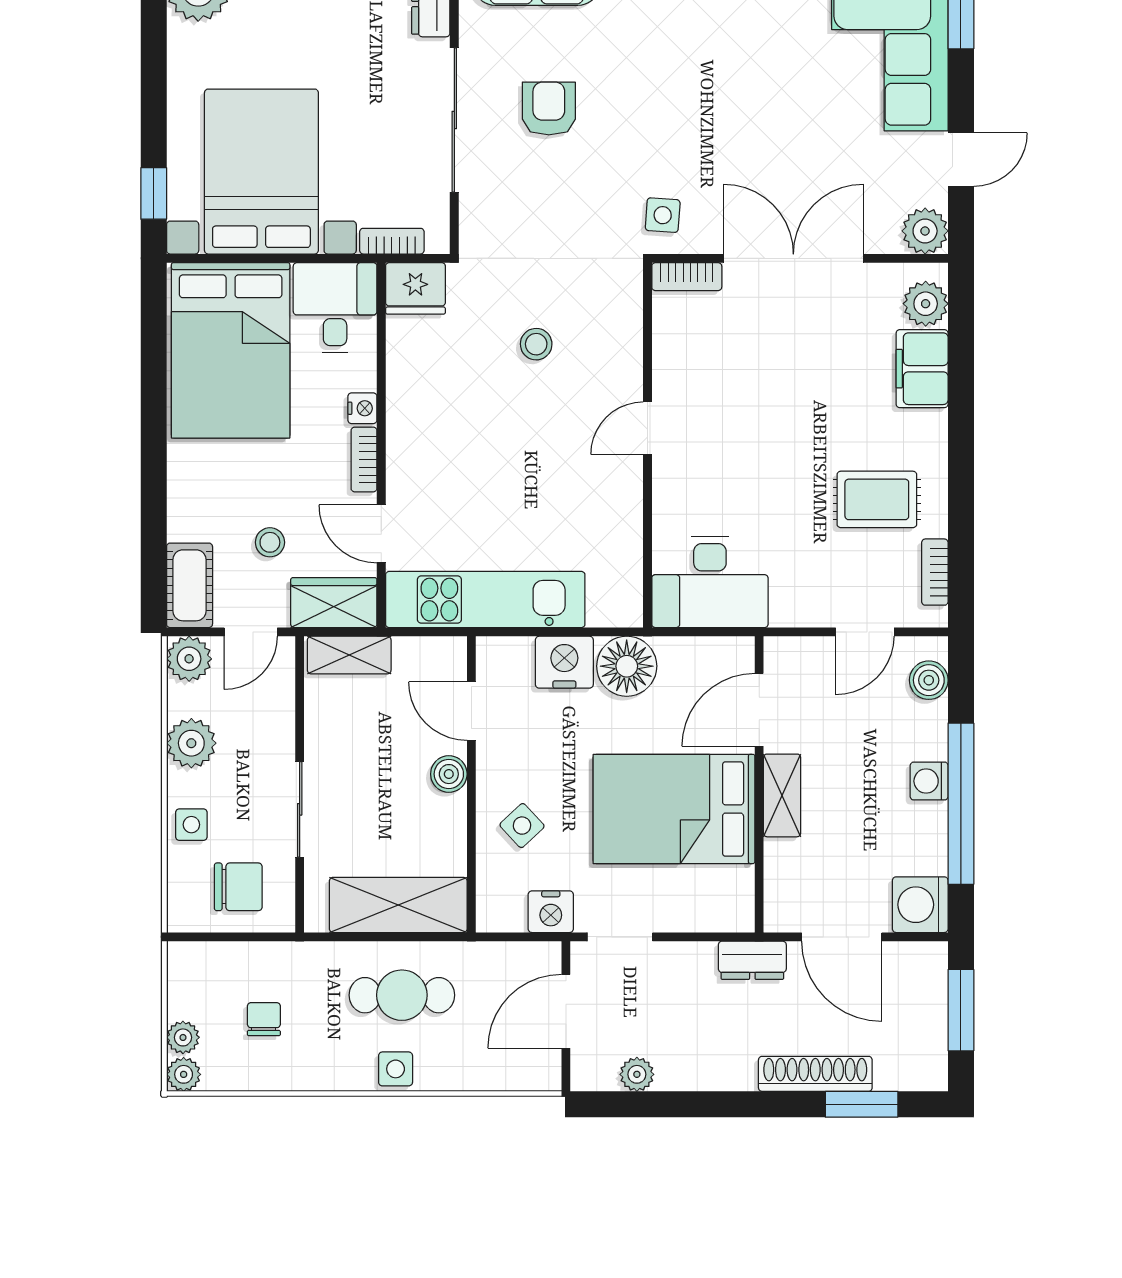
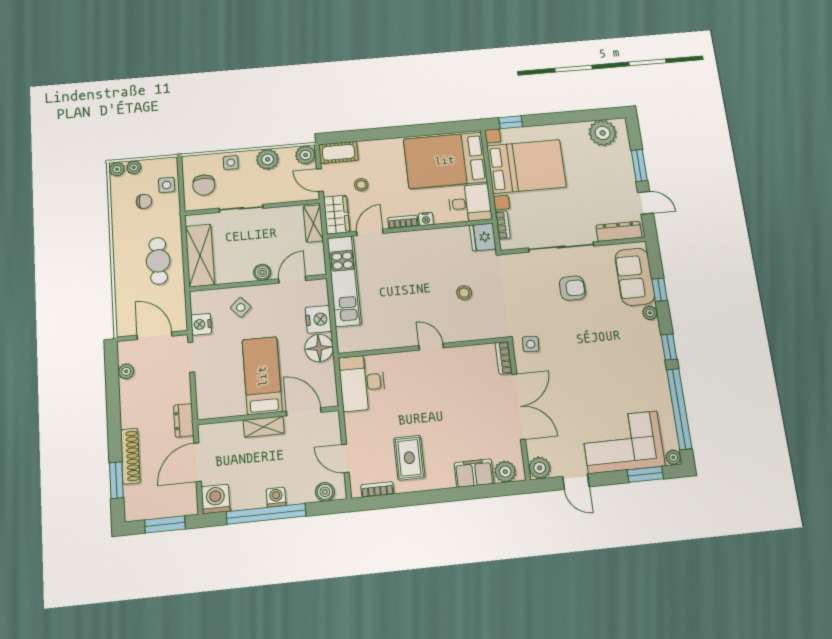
bed: (674, 809) -> (262, 376), width x0.67
side table: (396, 1069) -> (167, 185), moved

